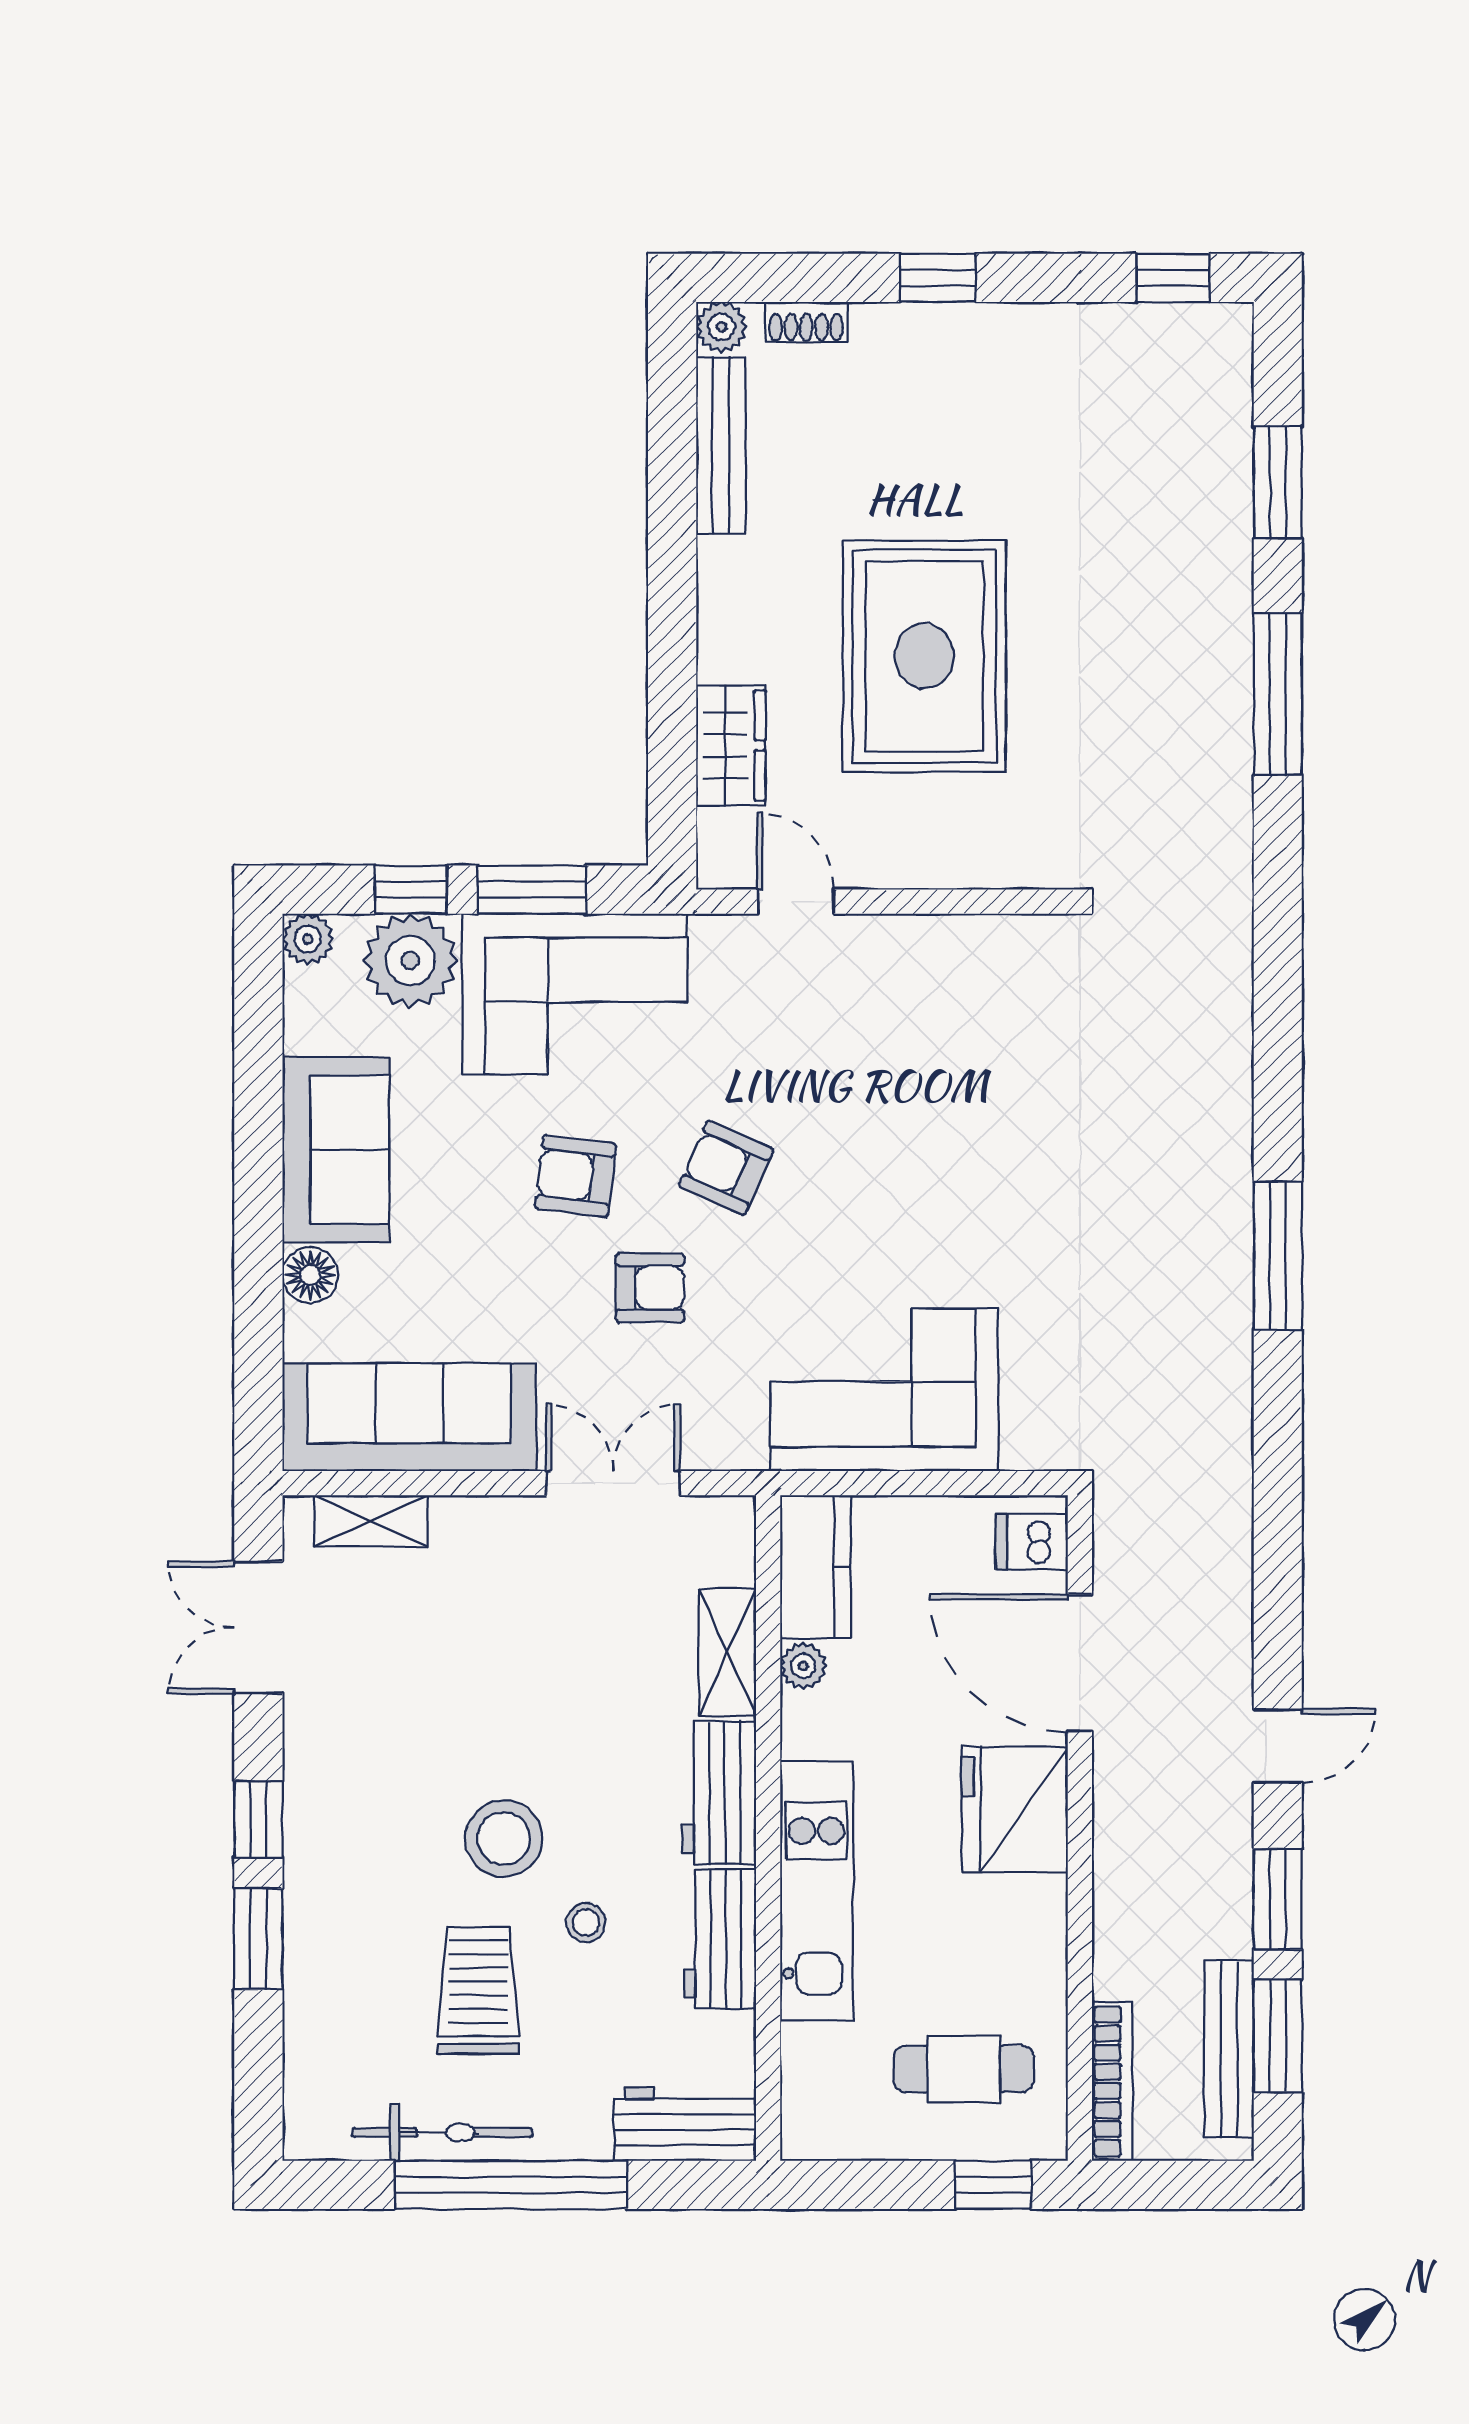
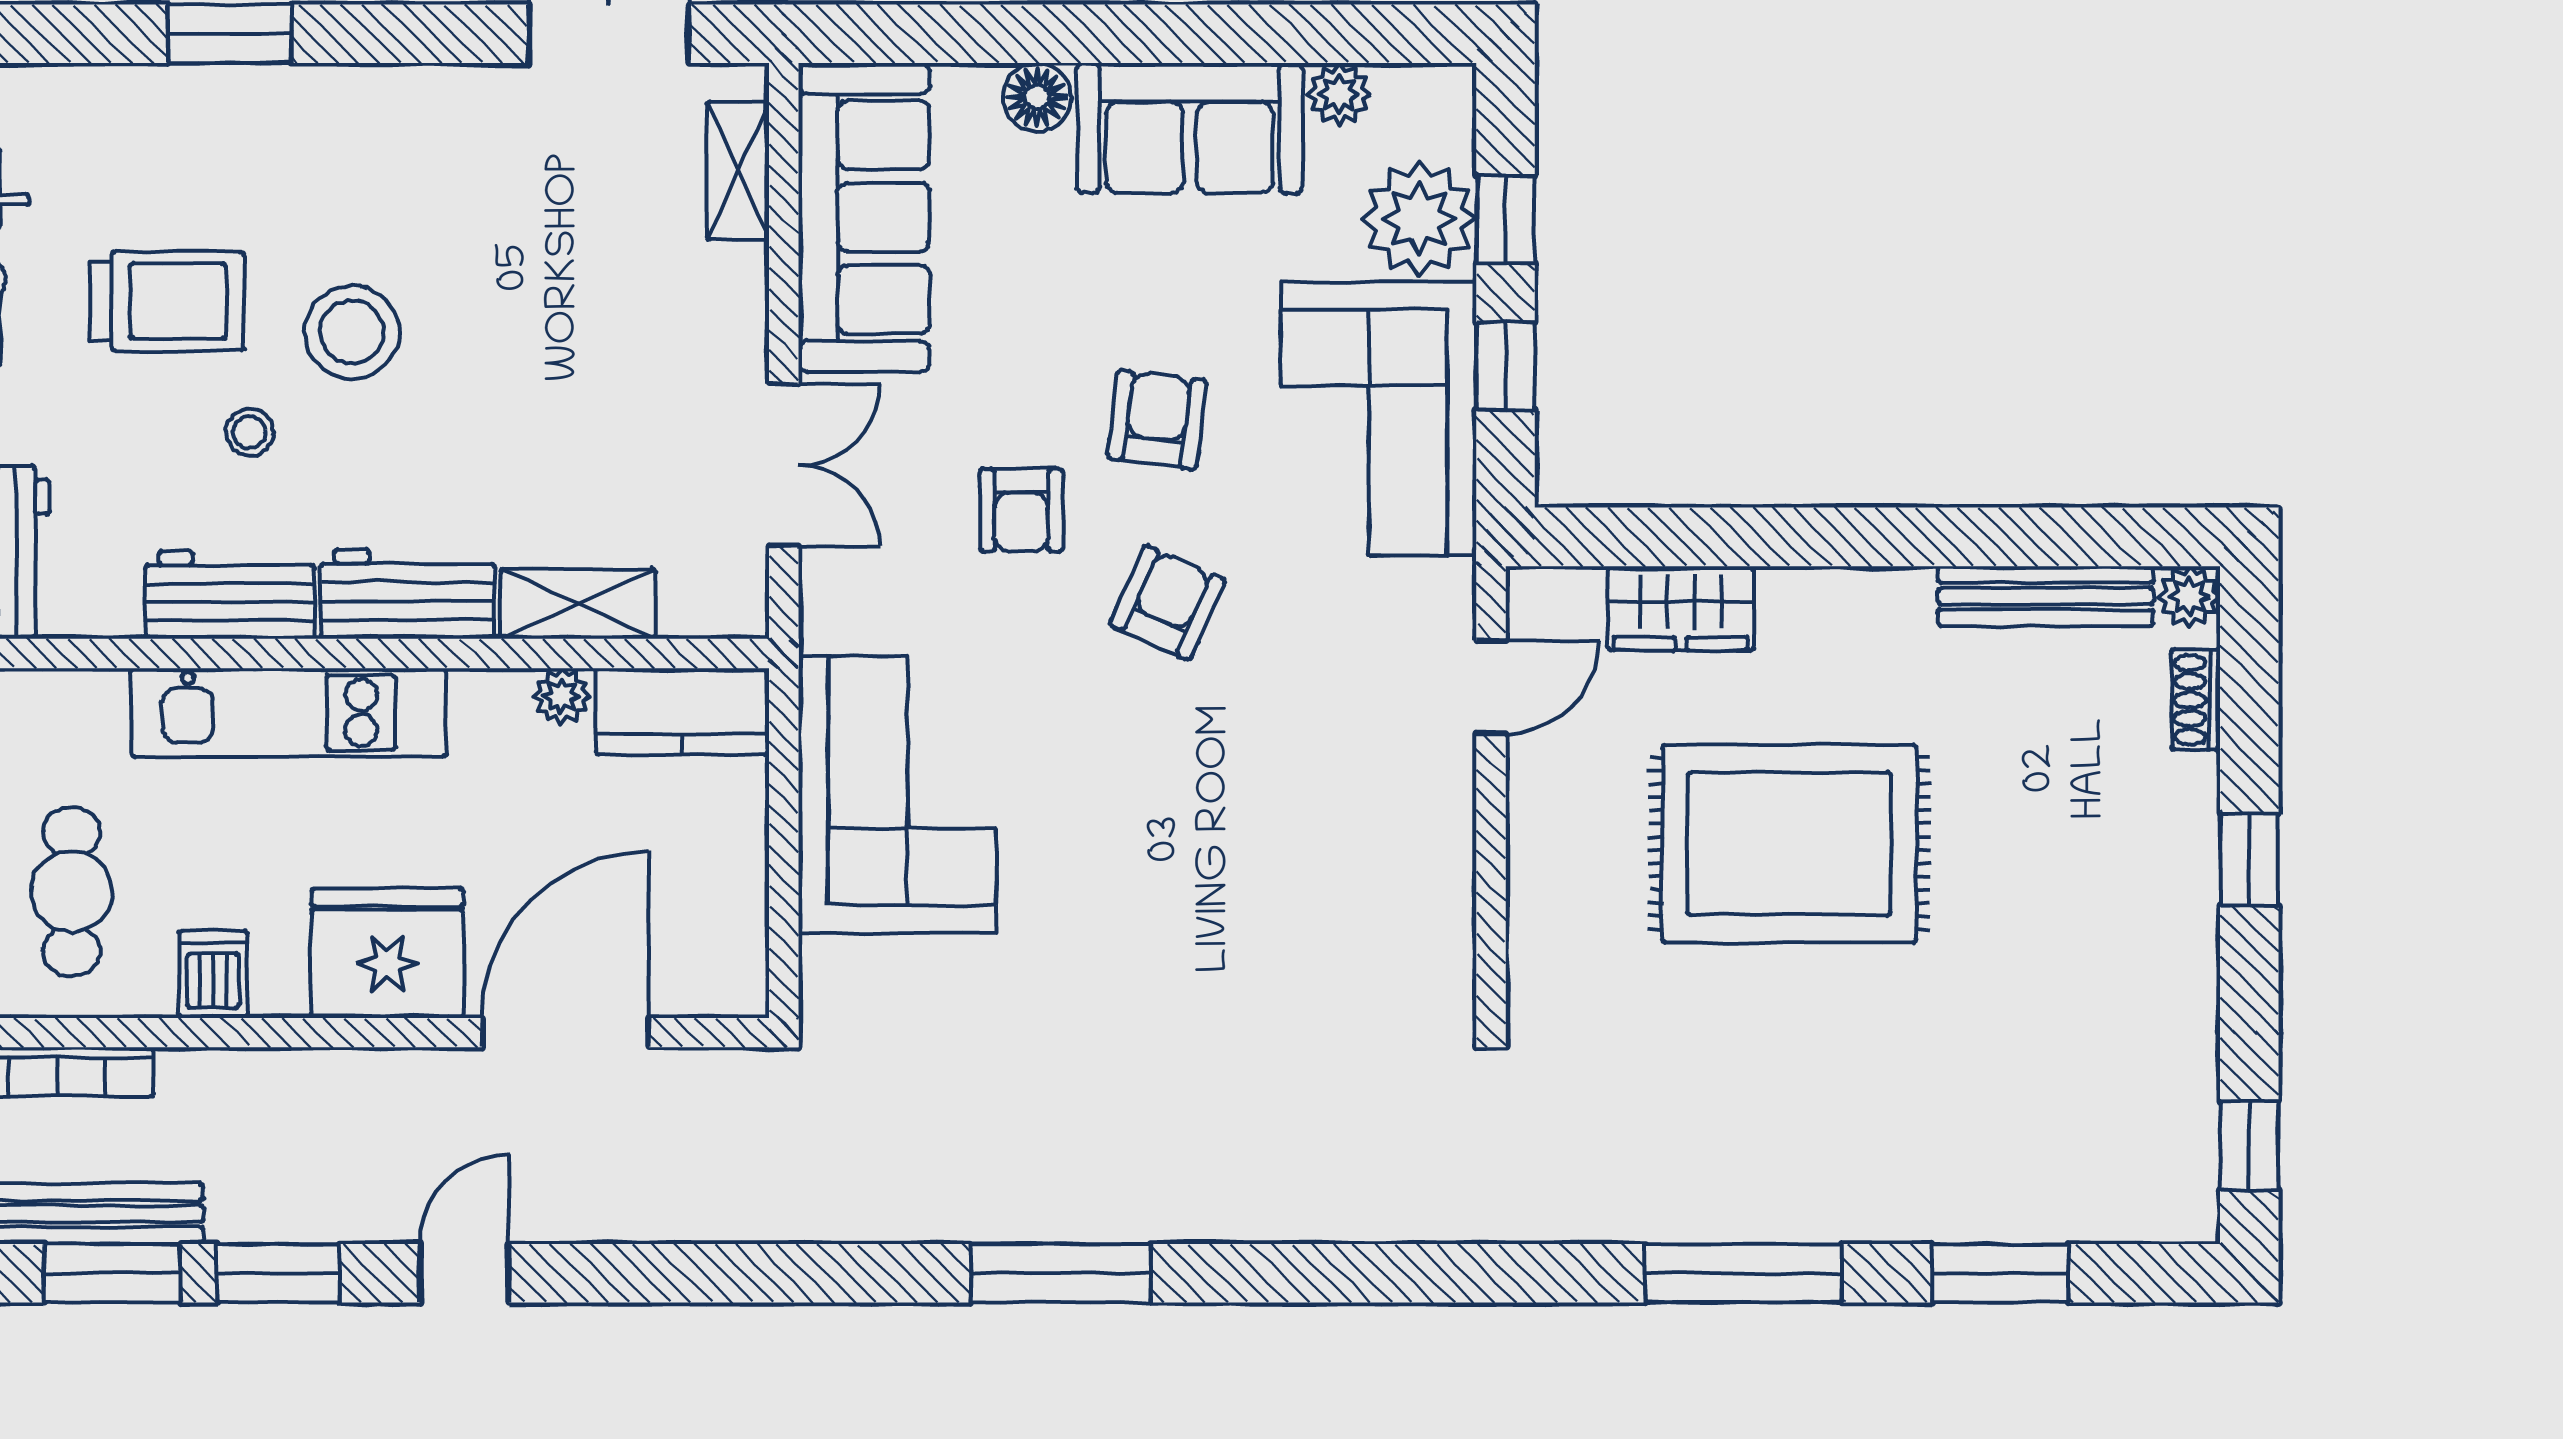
window: (532, 890) -> (1506, 366), width x0.67
plant: (308, 939) -> (1339, 94), moved
dishwasher: (1032, 1542) -> (213, 974), moved
door: (1278, 1746) -> (464, 1273), swing flipped
window: (258, 1819) -> (375, 34), removed

